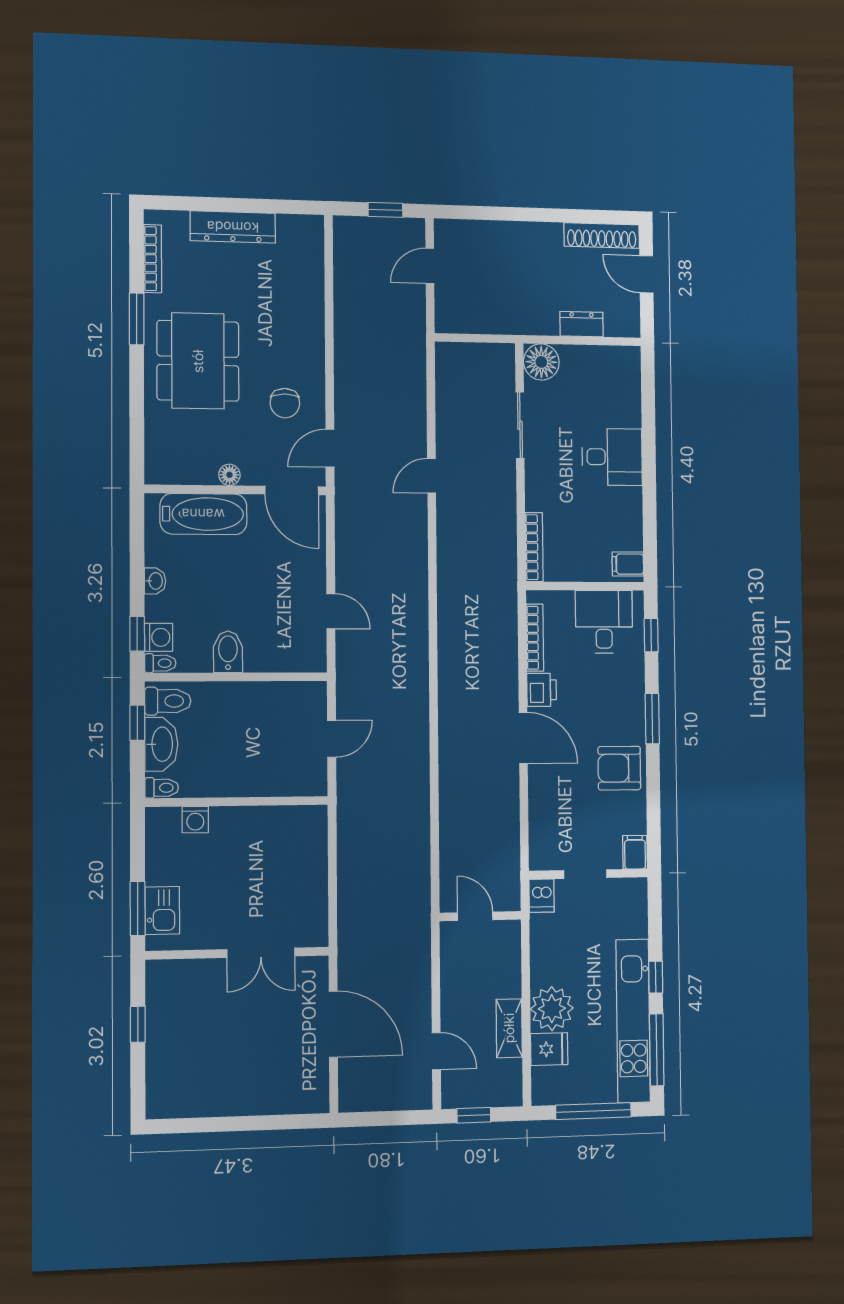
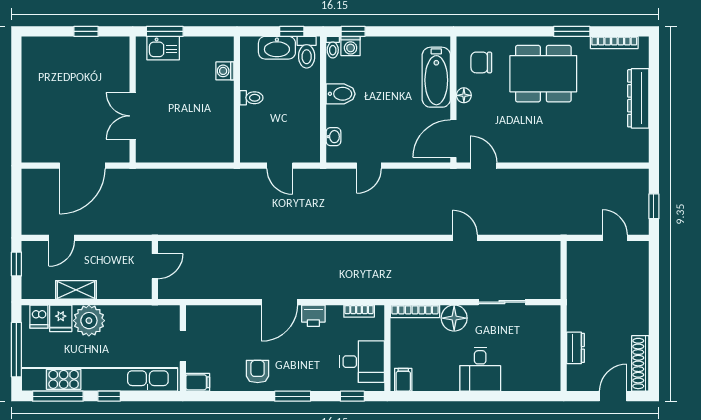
floor lamp: (541, 362) -> (454, 318), moved
chair: (285, 403) -> (481, 62), moved
washbasin: (155, 581) -> (333, 137), moved, turned -90
bookcase: (535, 638) -> (359, 311), width x0.64
armchair: (619, 768) -> (258, 372), width x0.72, depth x0.72
toilet: (162, 788) -> (251, 98), moved, turned -90
dishwasher: (542, 896) -> (39, 317), moved, turned -90
kitchen unit: (633, 1021) -> (100, 379), width x1.36

